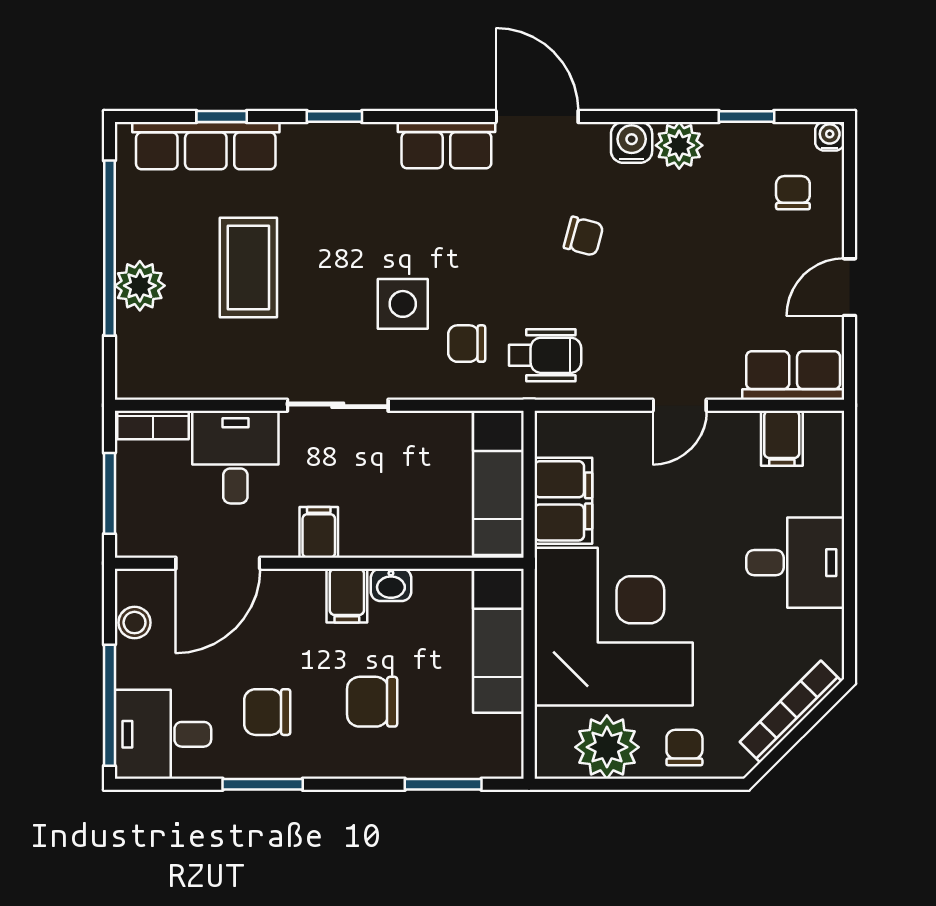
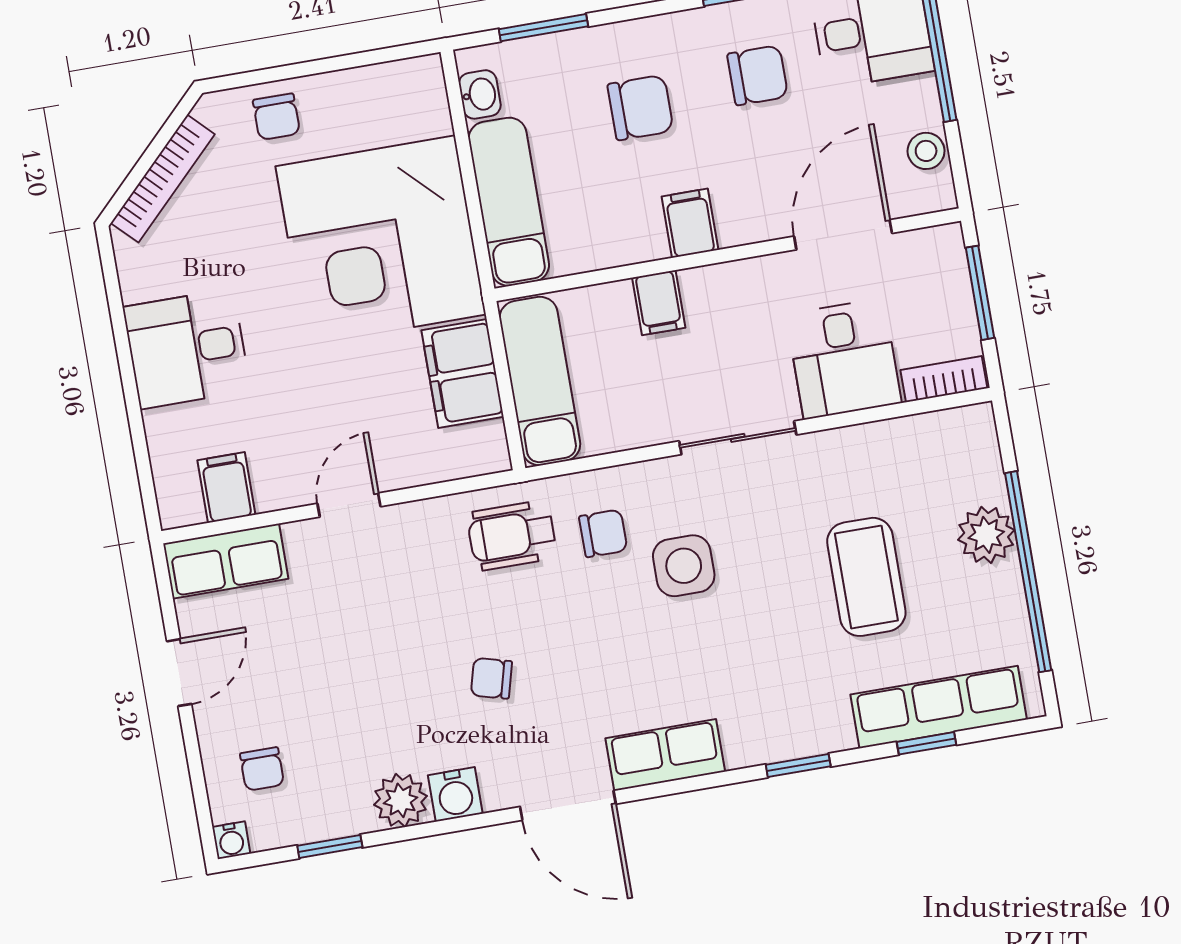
filing cabinet: (319, 532) -> (659, 303), moved
washbasin: (391, 585) -> (480, 94), moved, turned 90
plant: (607, 747) -> (365, 102), removed

